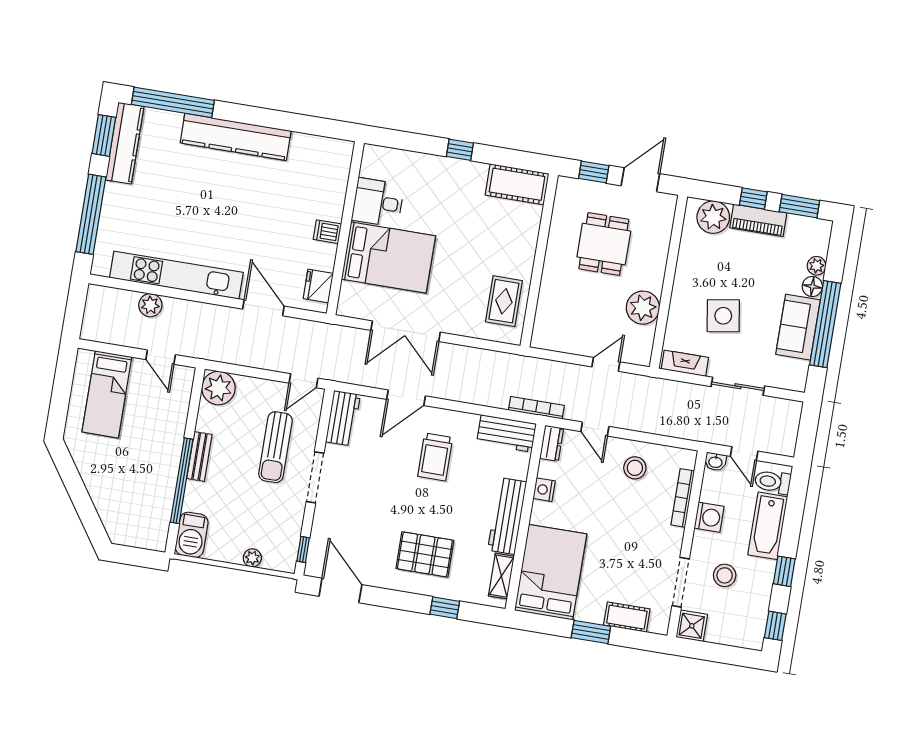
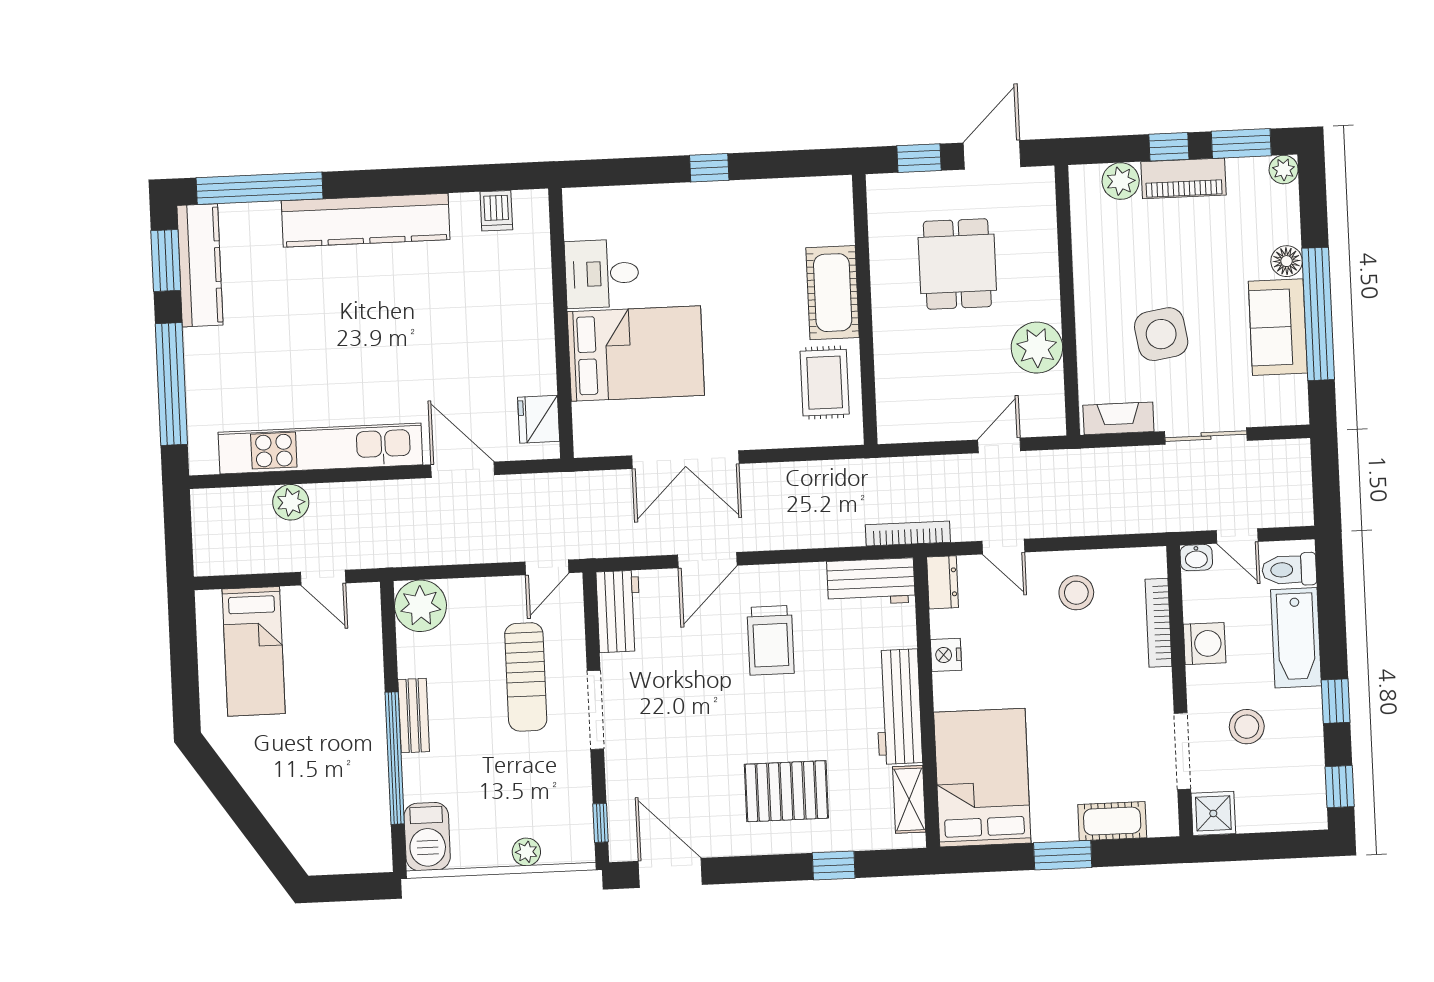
cot: (517, 184) -> (833, 293), moved, turned 90
plant: (713, 217) -> (1121, 181), width x0.73, depth x0.73
dishwasher: (327, 232) -> (496, 211), moved, turned -90
plant: (817, 266) -> (1284, 170), moved

